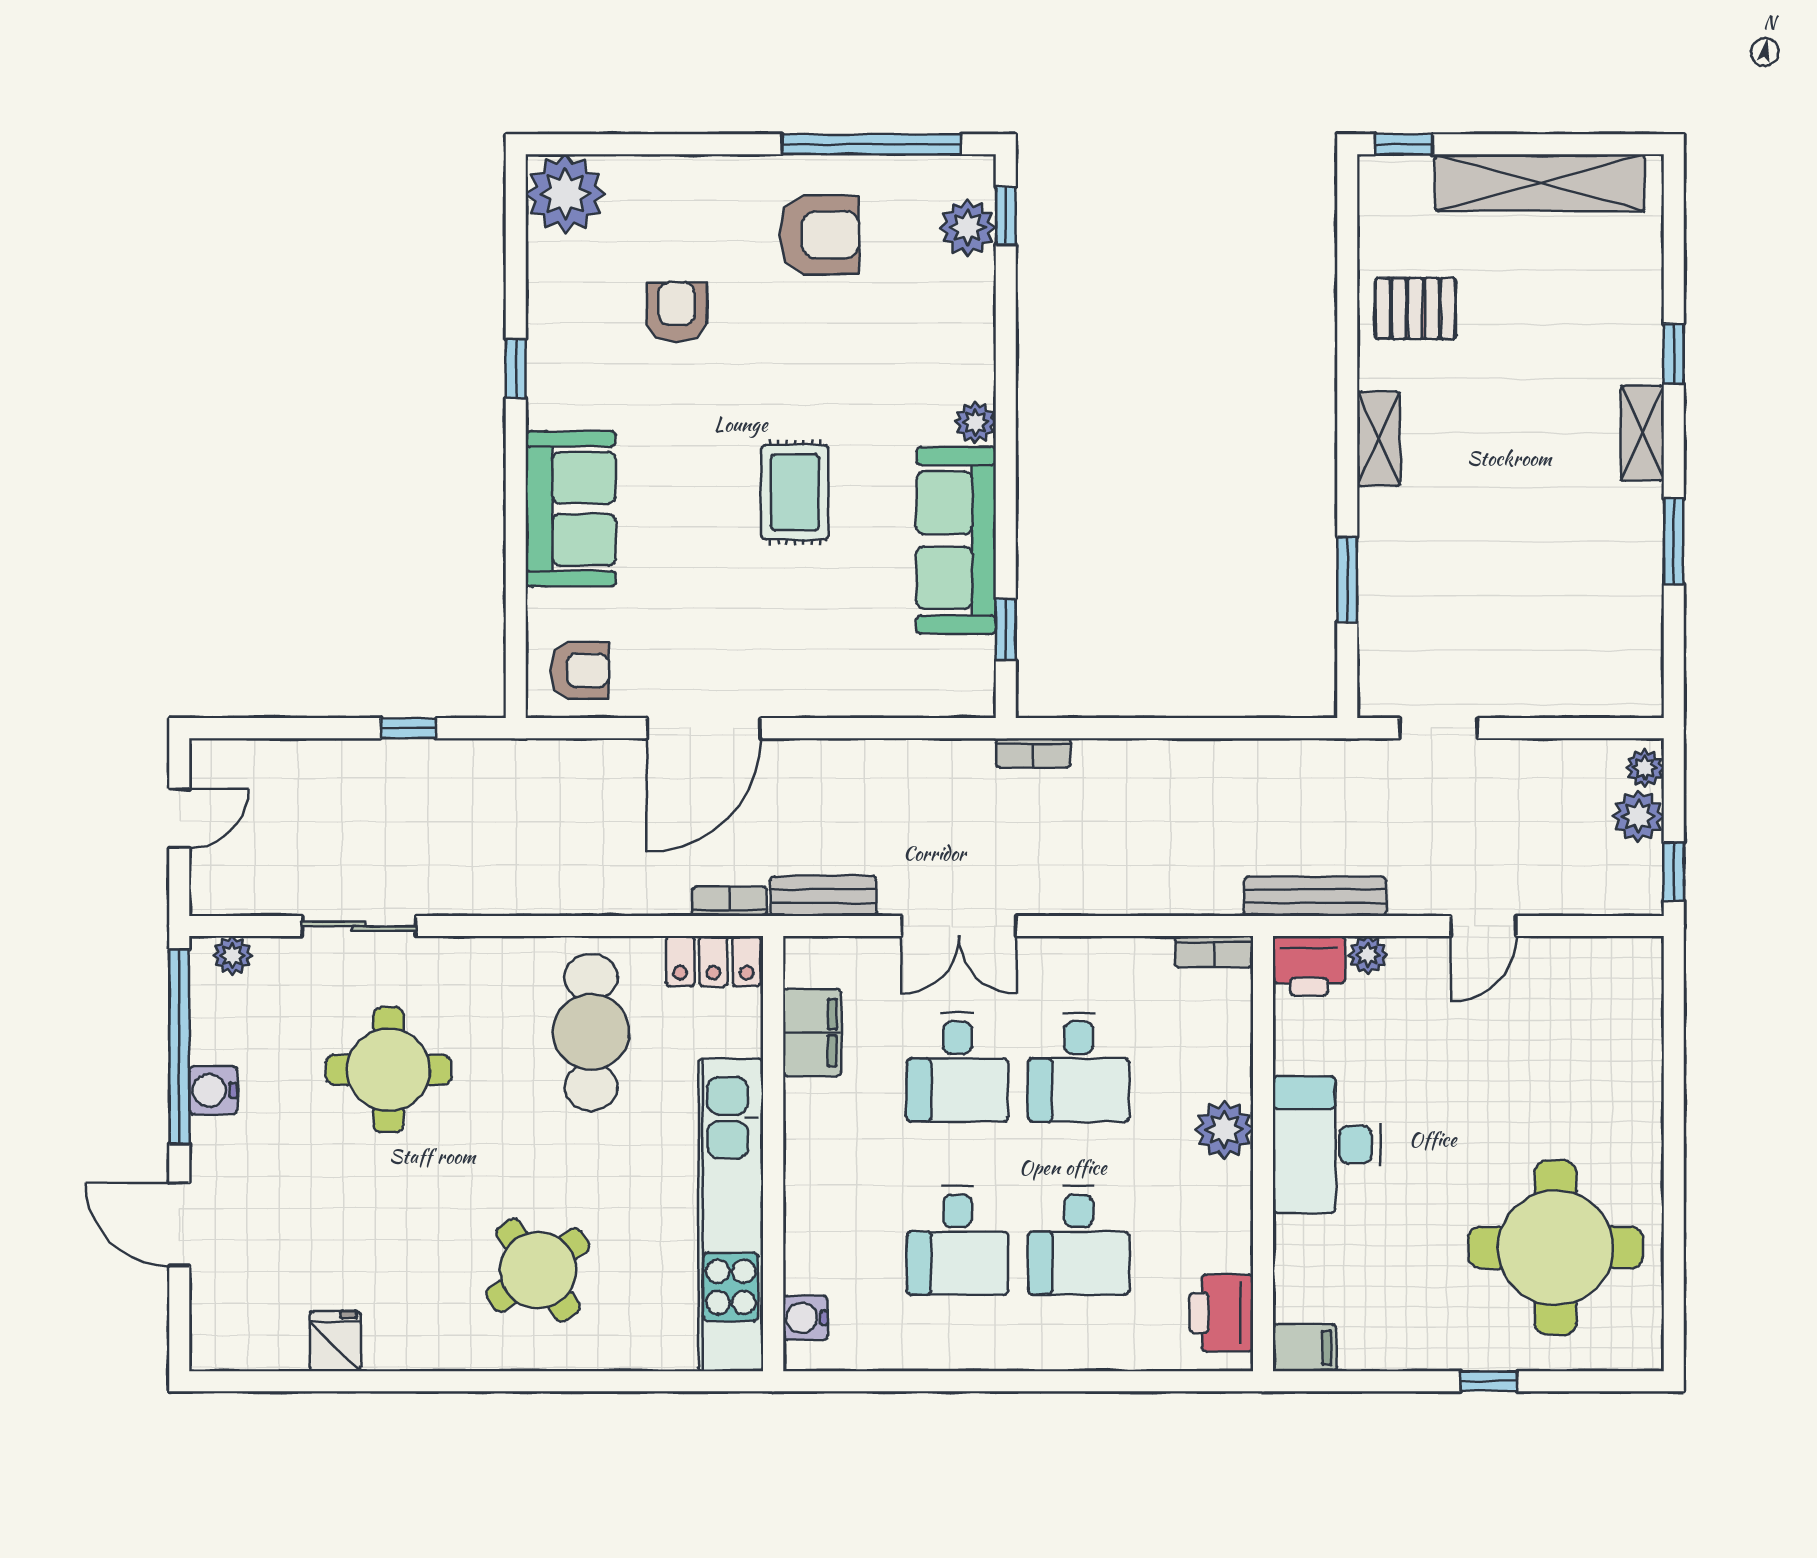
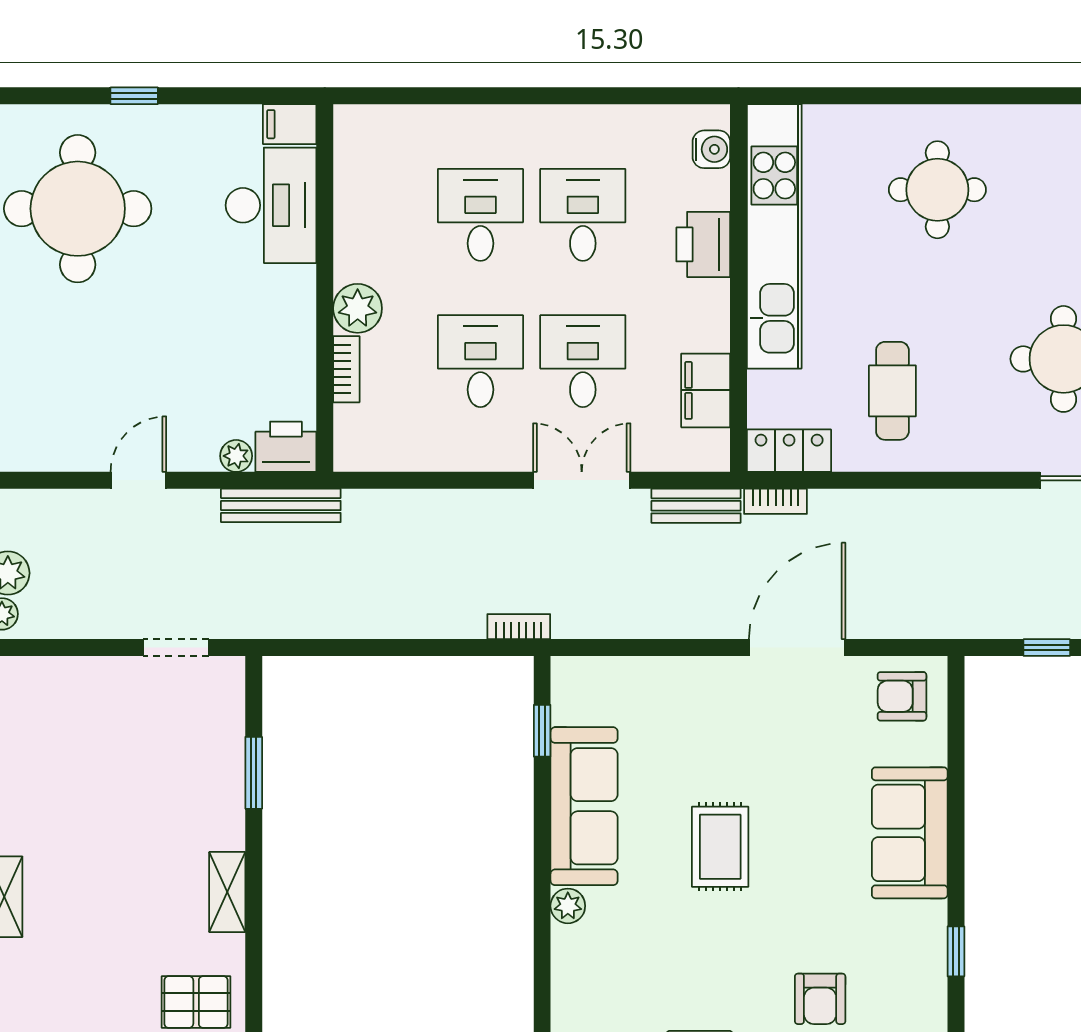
bookcase: (1214, 952) -> (346, 369), moved, turned 90
cafe table: (591, 1032) -> (892, 391), width x0.73, depth x0.74
desk: (1327, 1145) -> (271, 205), moved
round table: (538, 1270) -> (937, 190), turned 36
printer: (1221, 1313) -> (703, 244), moved, turned 180

